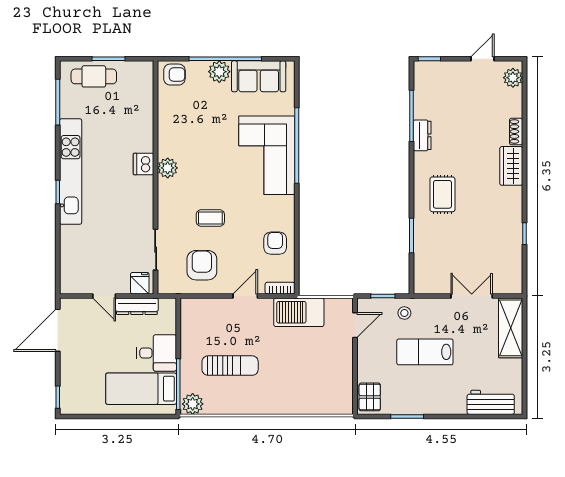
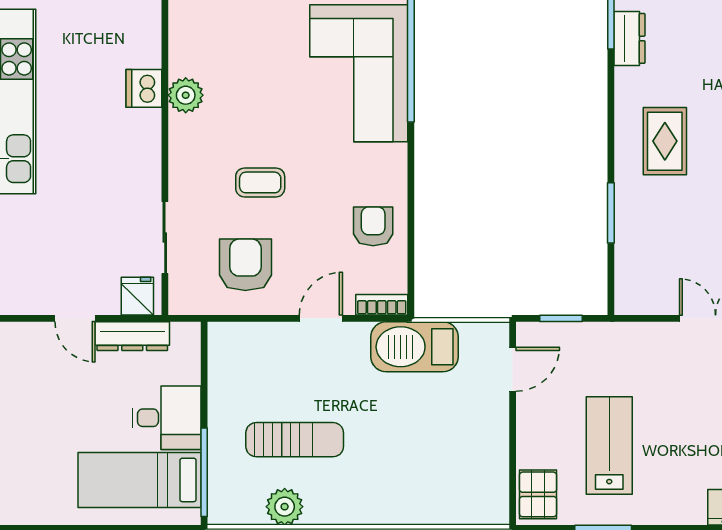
stool: (404, 313) -> (598, 348), removed
lab bench: (425, 352) -> (609, 445), moved, turned 90
plant: (193, 404) -> (285, 507), moved

